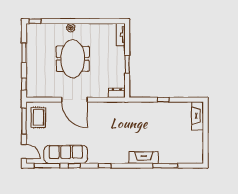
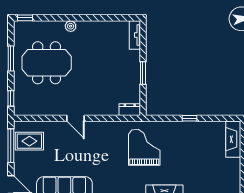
meeting table: (73, 59) -> (47, 63), moved, turned 90
door: (74, 100) -> (75, 118), width x0.53
rug: (38, 117) -> (29, 141), turned 90
grand piano: (128, 122) -> (144, 147), added

